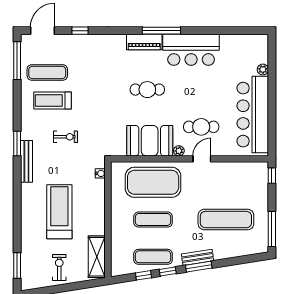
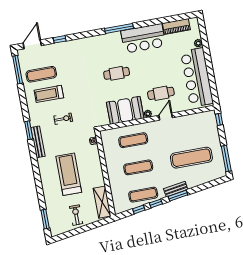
piano: (144, 42) -> (176, 26), moved
exercise mat: (153, 182) -> (133, 140), width x0.50, depth x0.69

